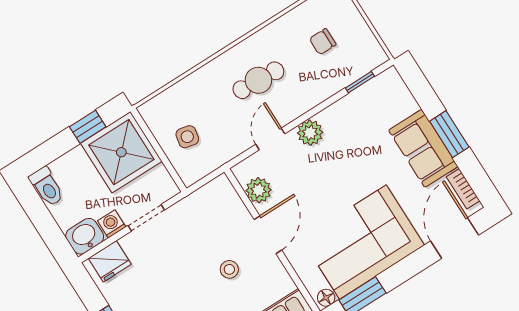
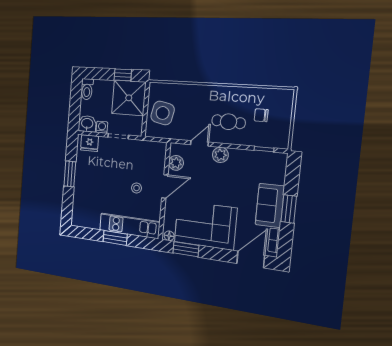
cafe table: (258, 80) -> (228, 122), moved
side table: (187, 137) -> (163, 113), width x1.87, depth x1.87

